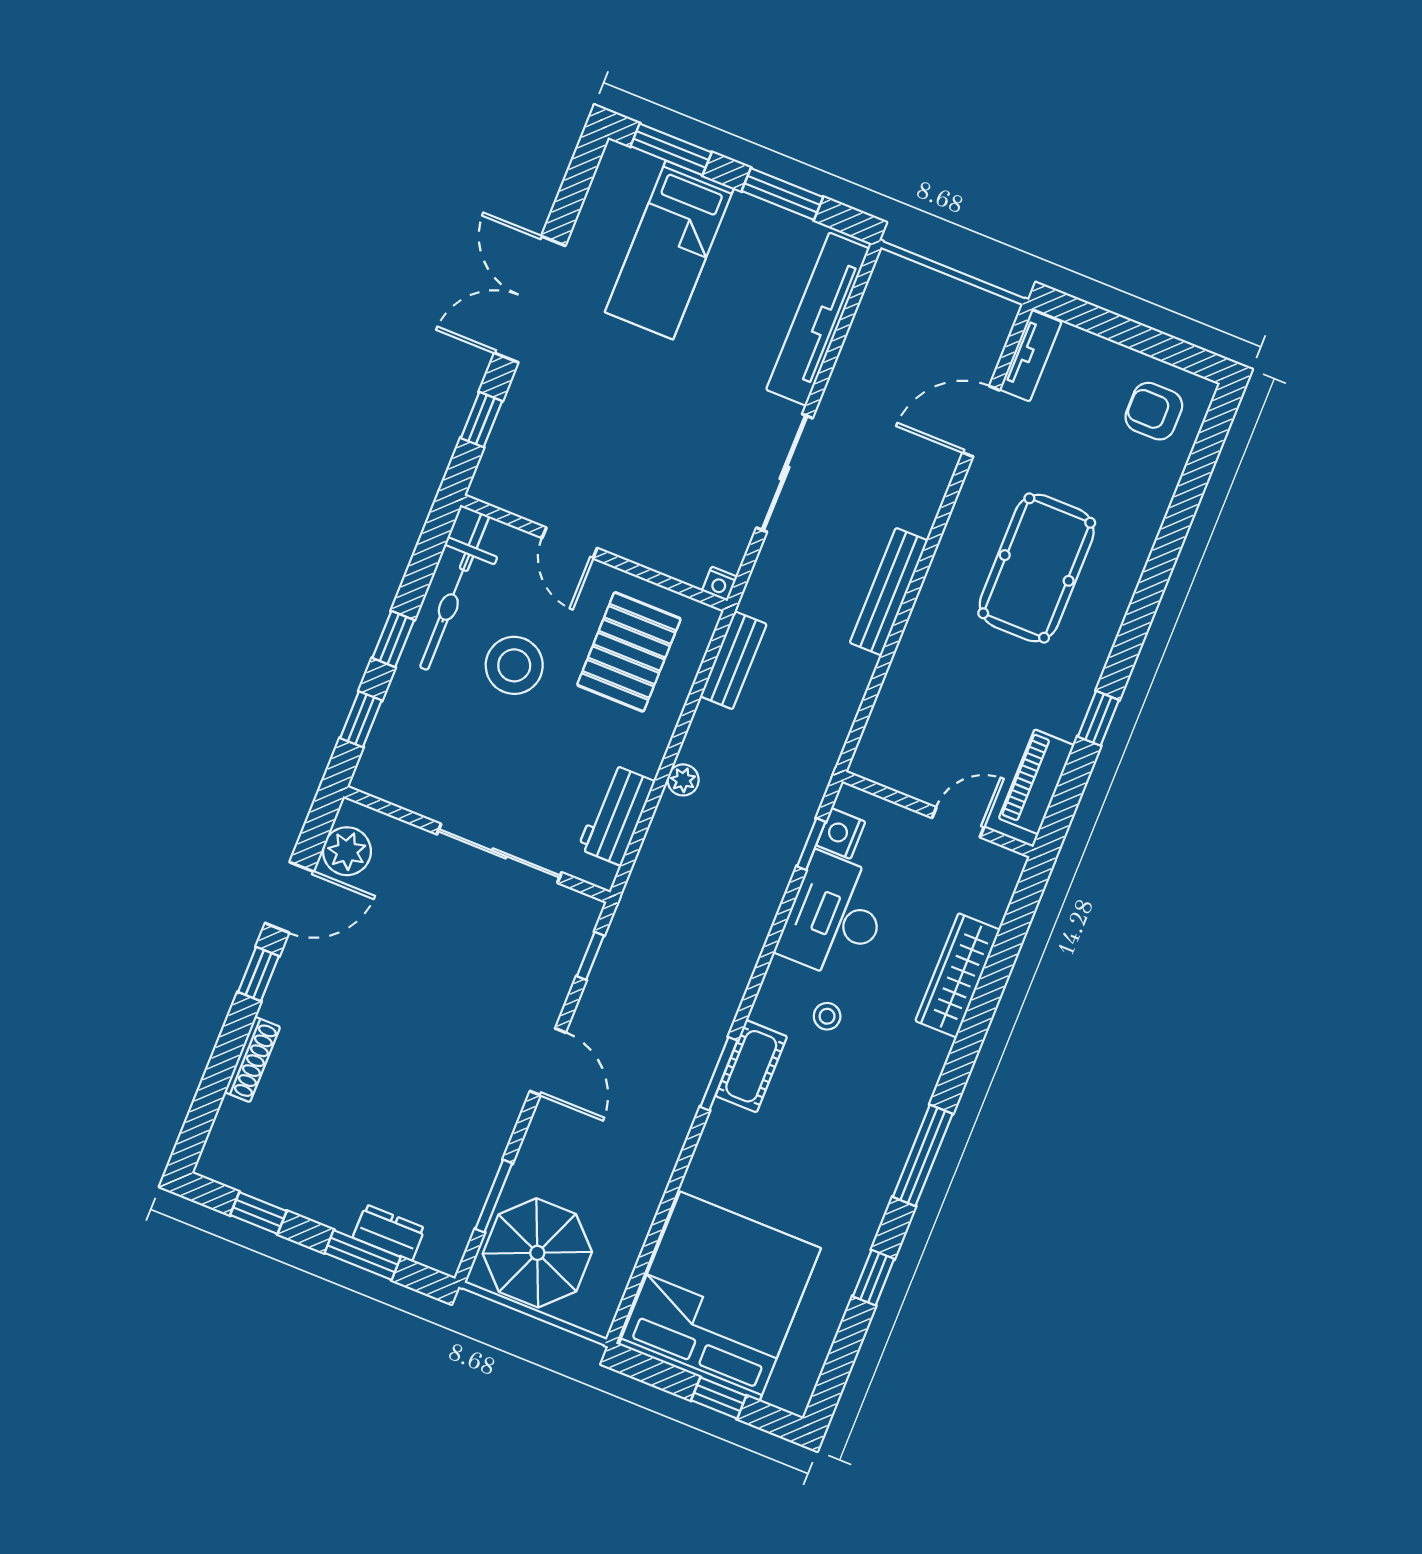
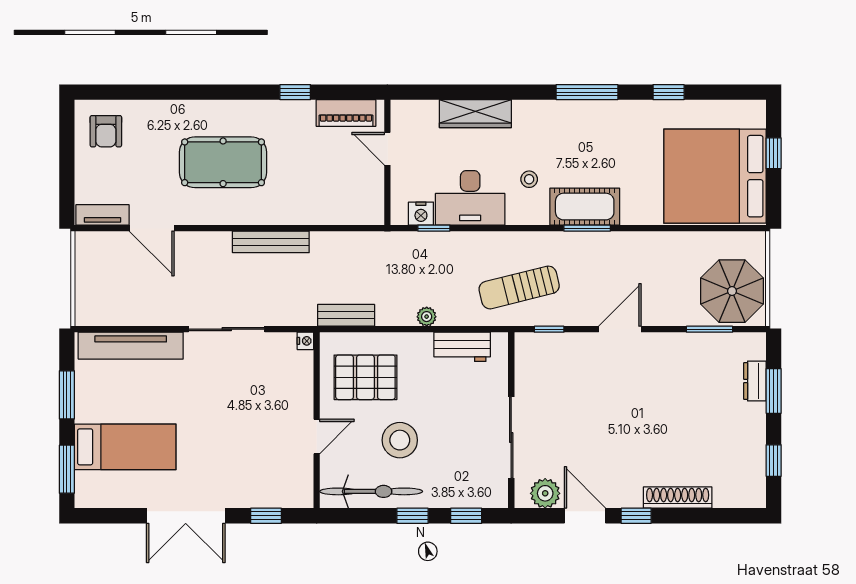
sliding door: (499, 853) -> (511, 438), moved
sun lounger: (671, 936) -> (519, 287), added
shoe rack: (252, 1059) -> (678, 498), width x1.36, depth x1.24
cot: (751, 1066) -> (585, 207), width x1.37, depth x1.34

